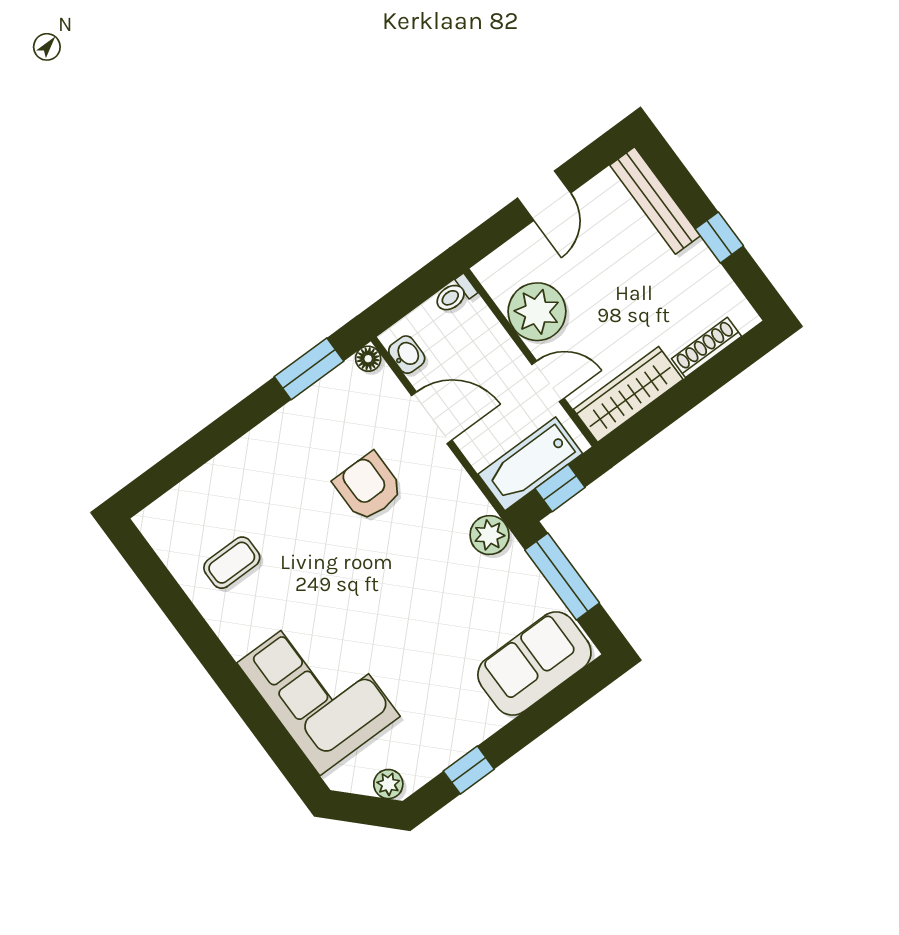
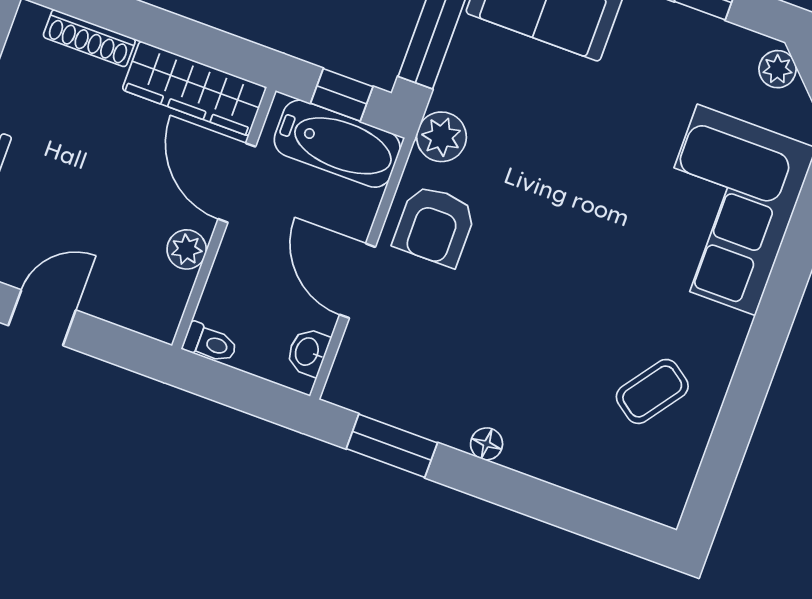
plant: (537, 312) -> (187, 249), width x0.53, depth x0.53
floor lamp: (368, 359) -> (487, 444), moved
door: (548, 381) -> (237, 183), width x1.38
armchair: (368, 487) -> (435, 226), moved
coffee table: (232, 563) -> (652, 391), turned -54

